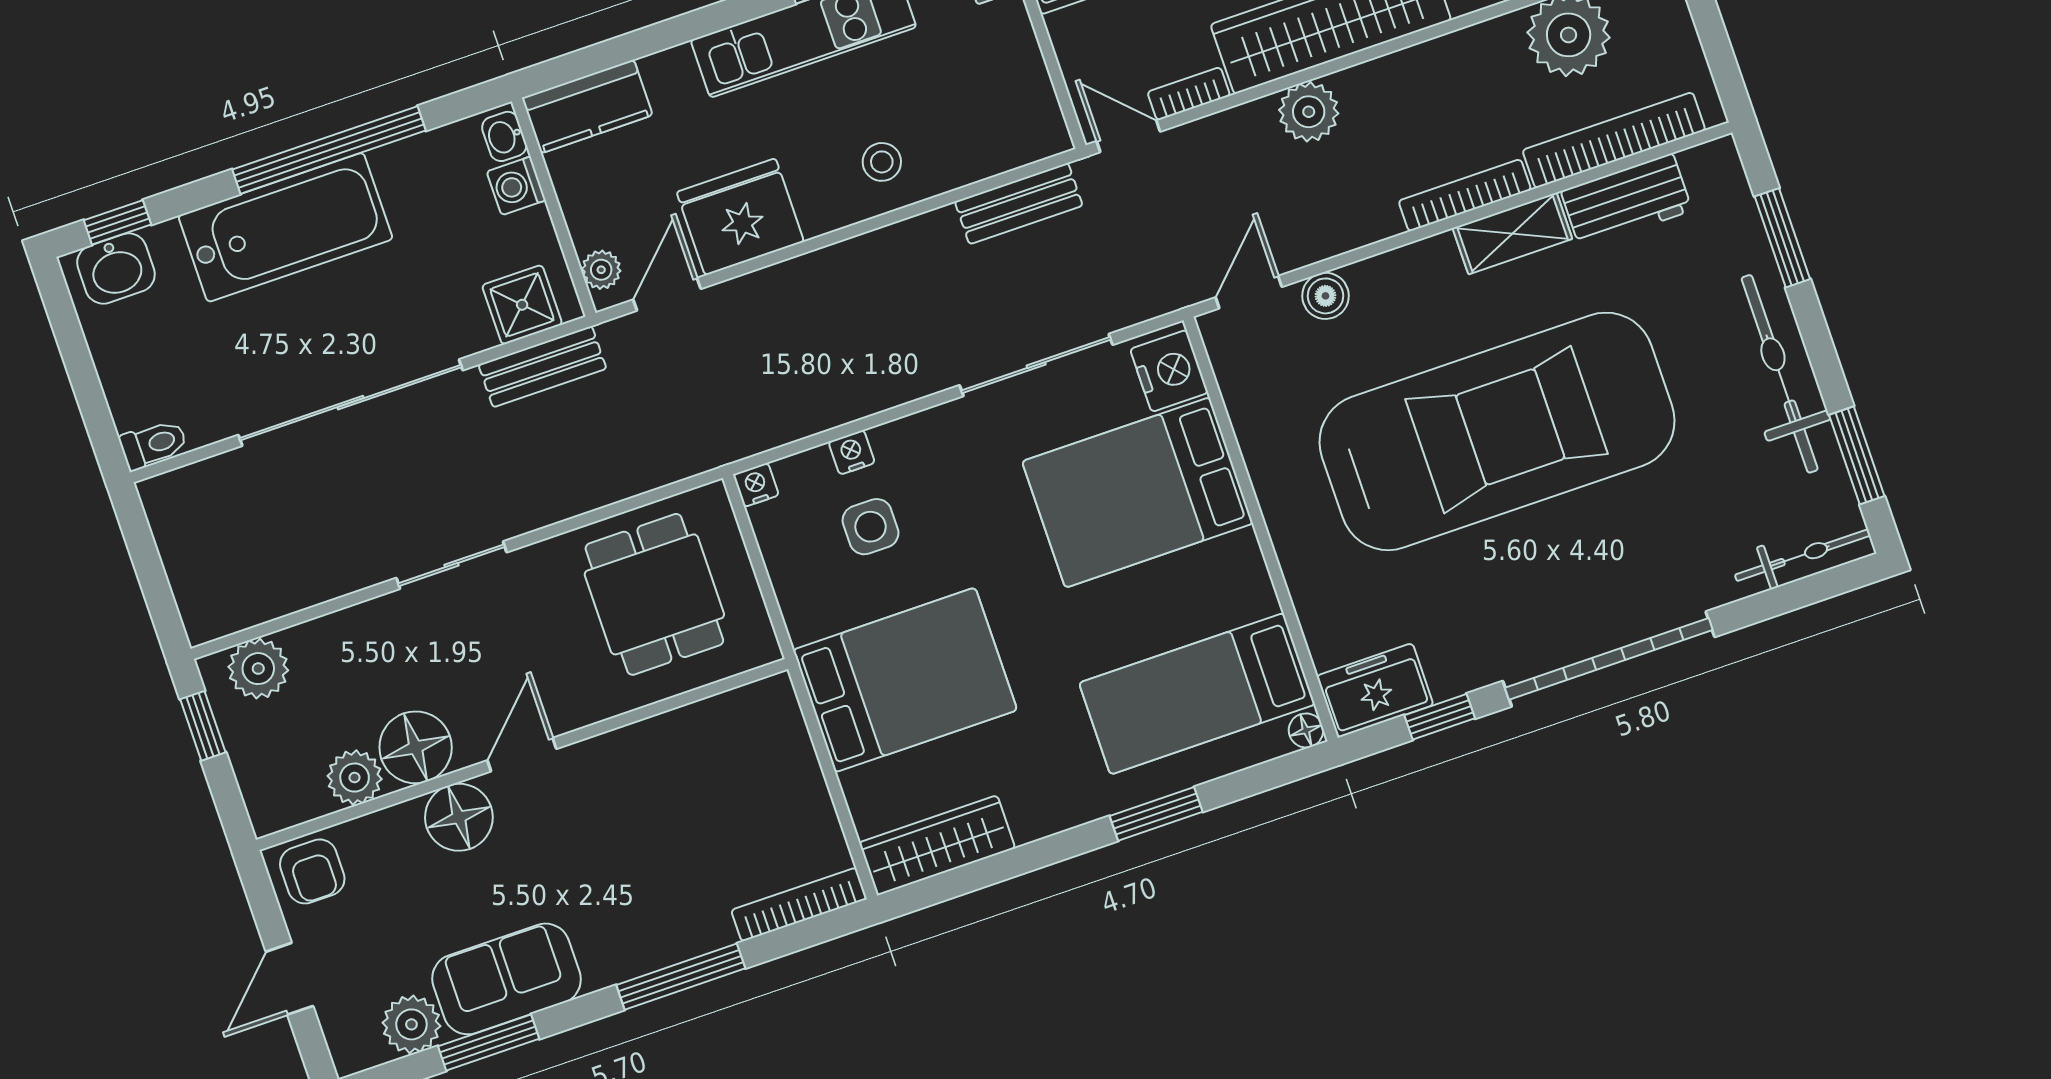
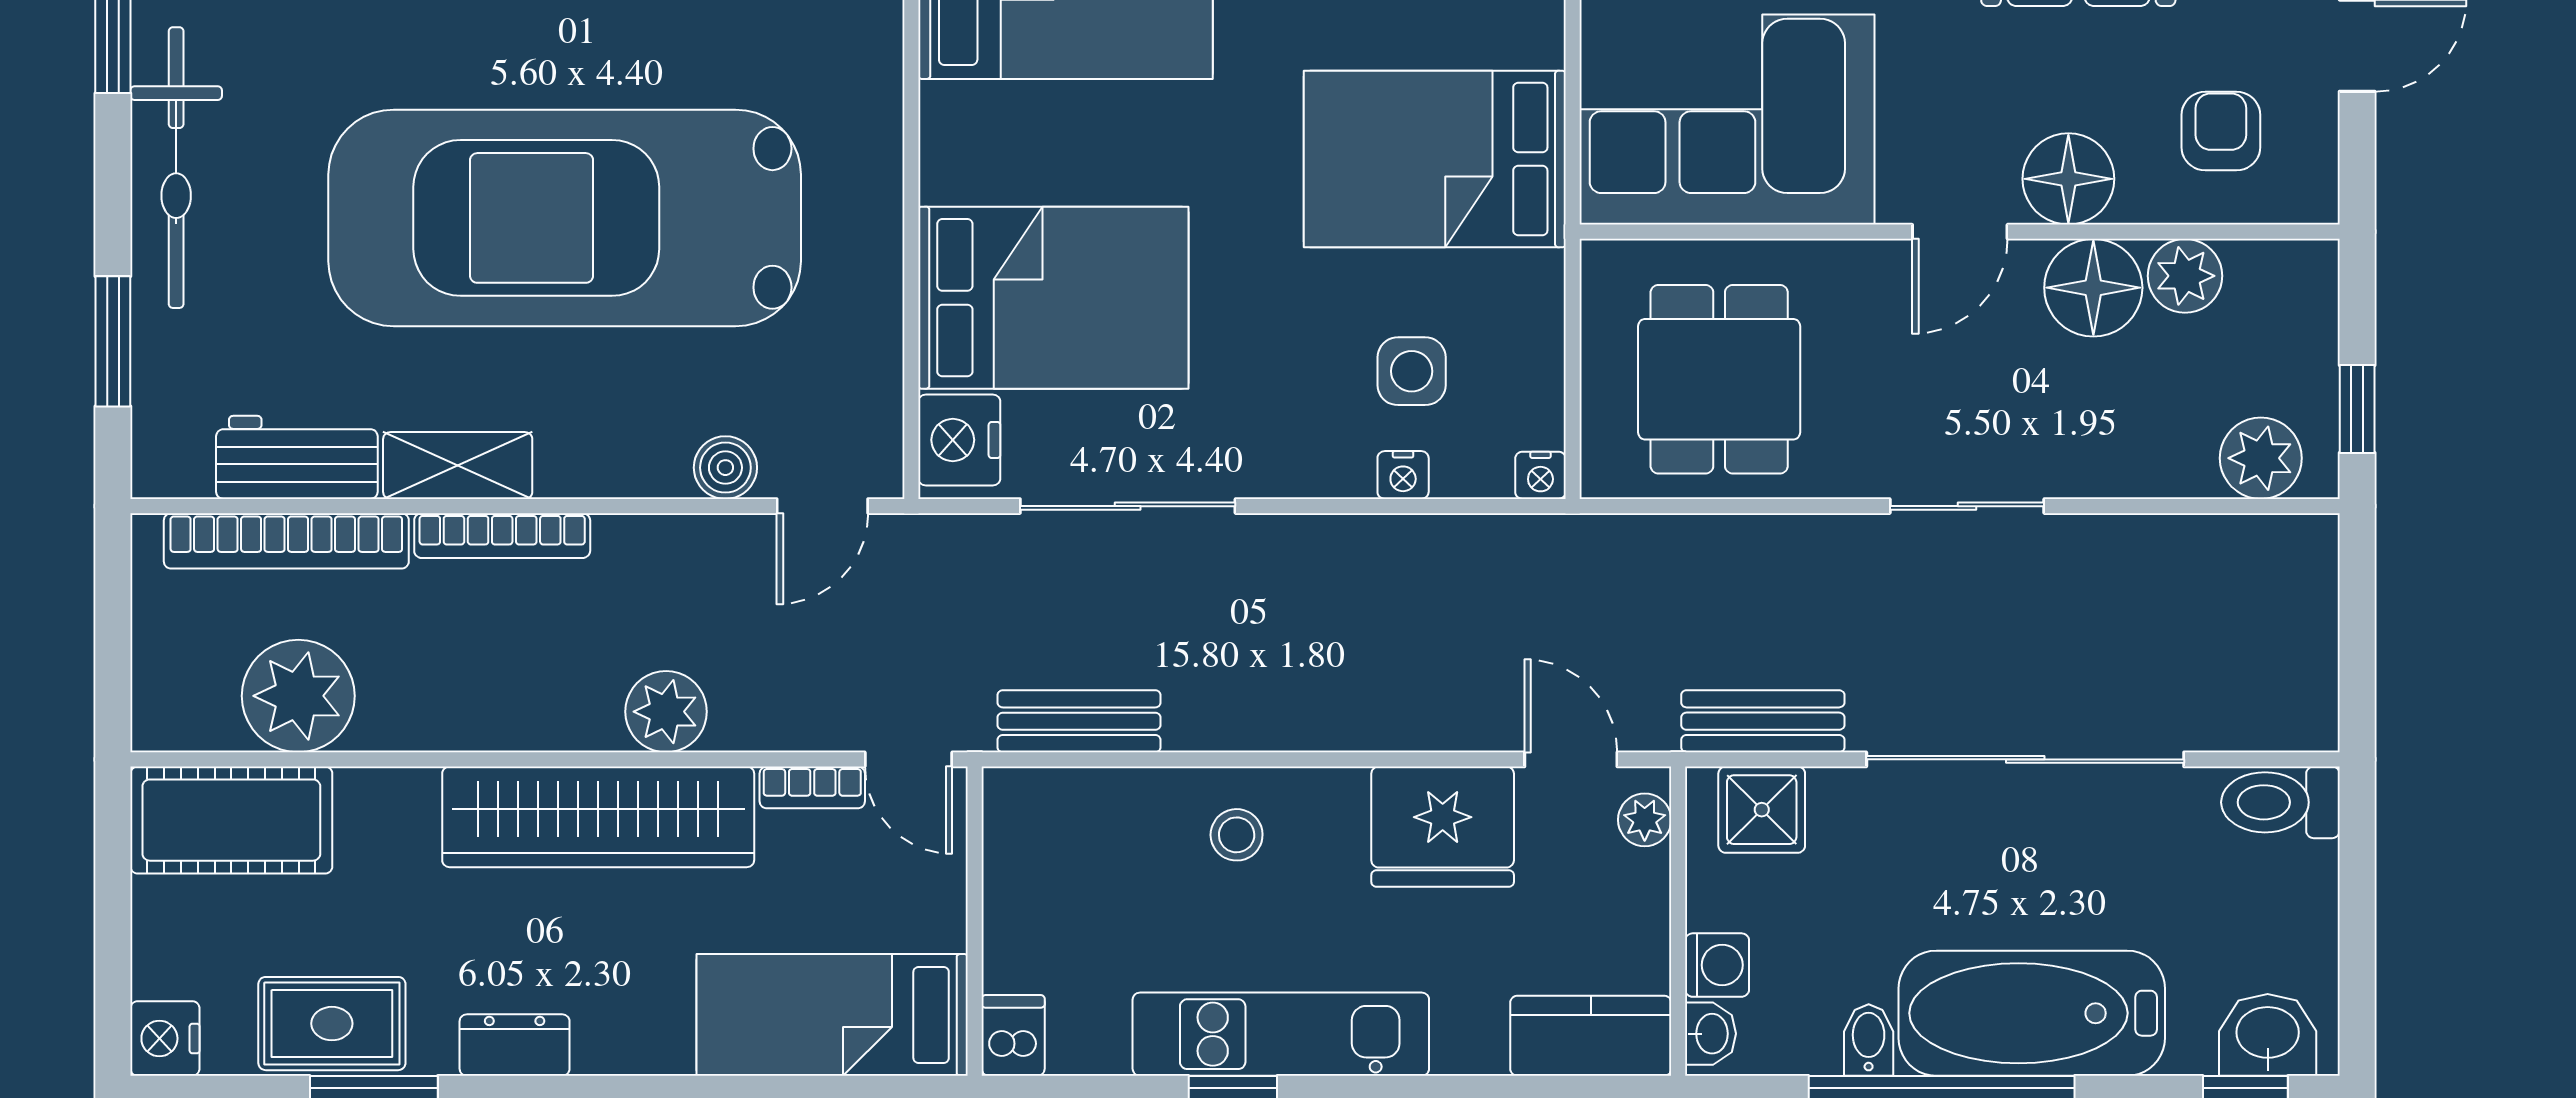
bidet: (393, 170) -> (1869, 1040), added
door: (667, 294) -> (1571, 759), swing flipped
toilet: (153, 444) -> (2280, 802), width x1.37, depth x1.39
corner sofa: (711, 777) -> (1727, 120), added
armchair: (312, 871) -> (2221, 131), moved

